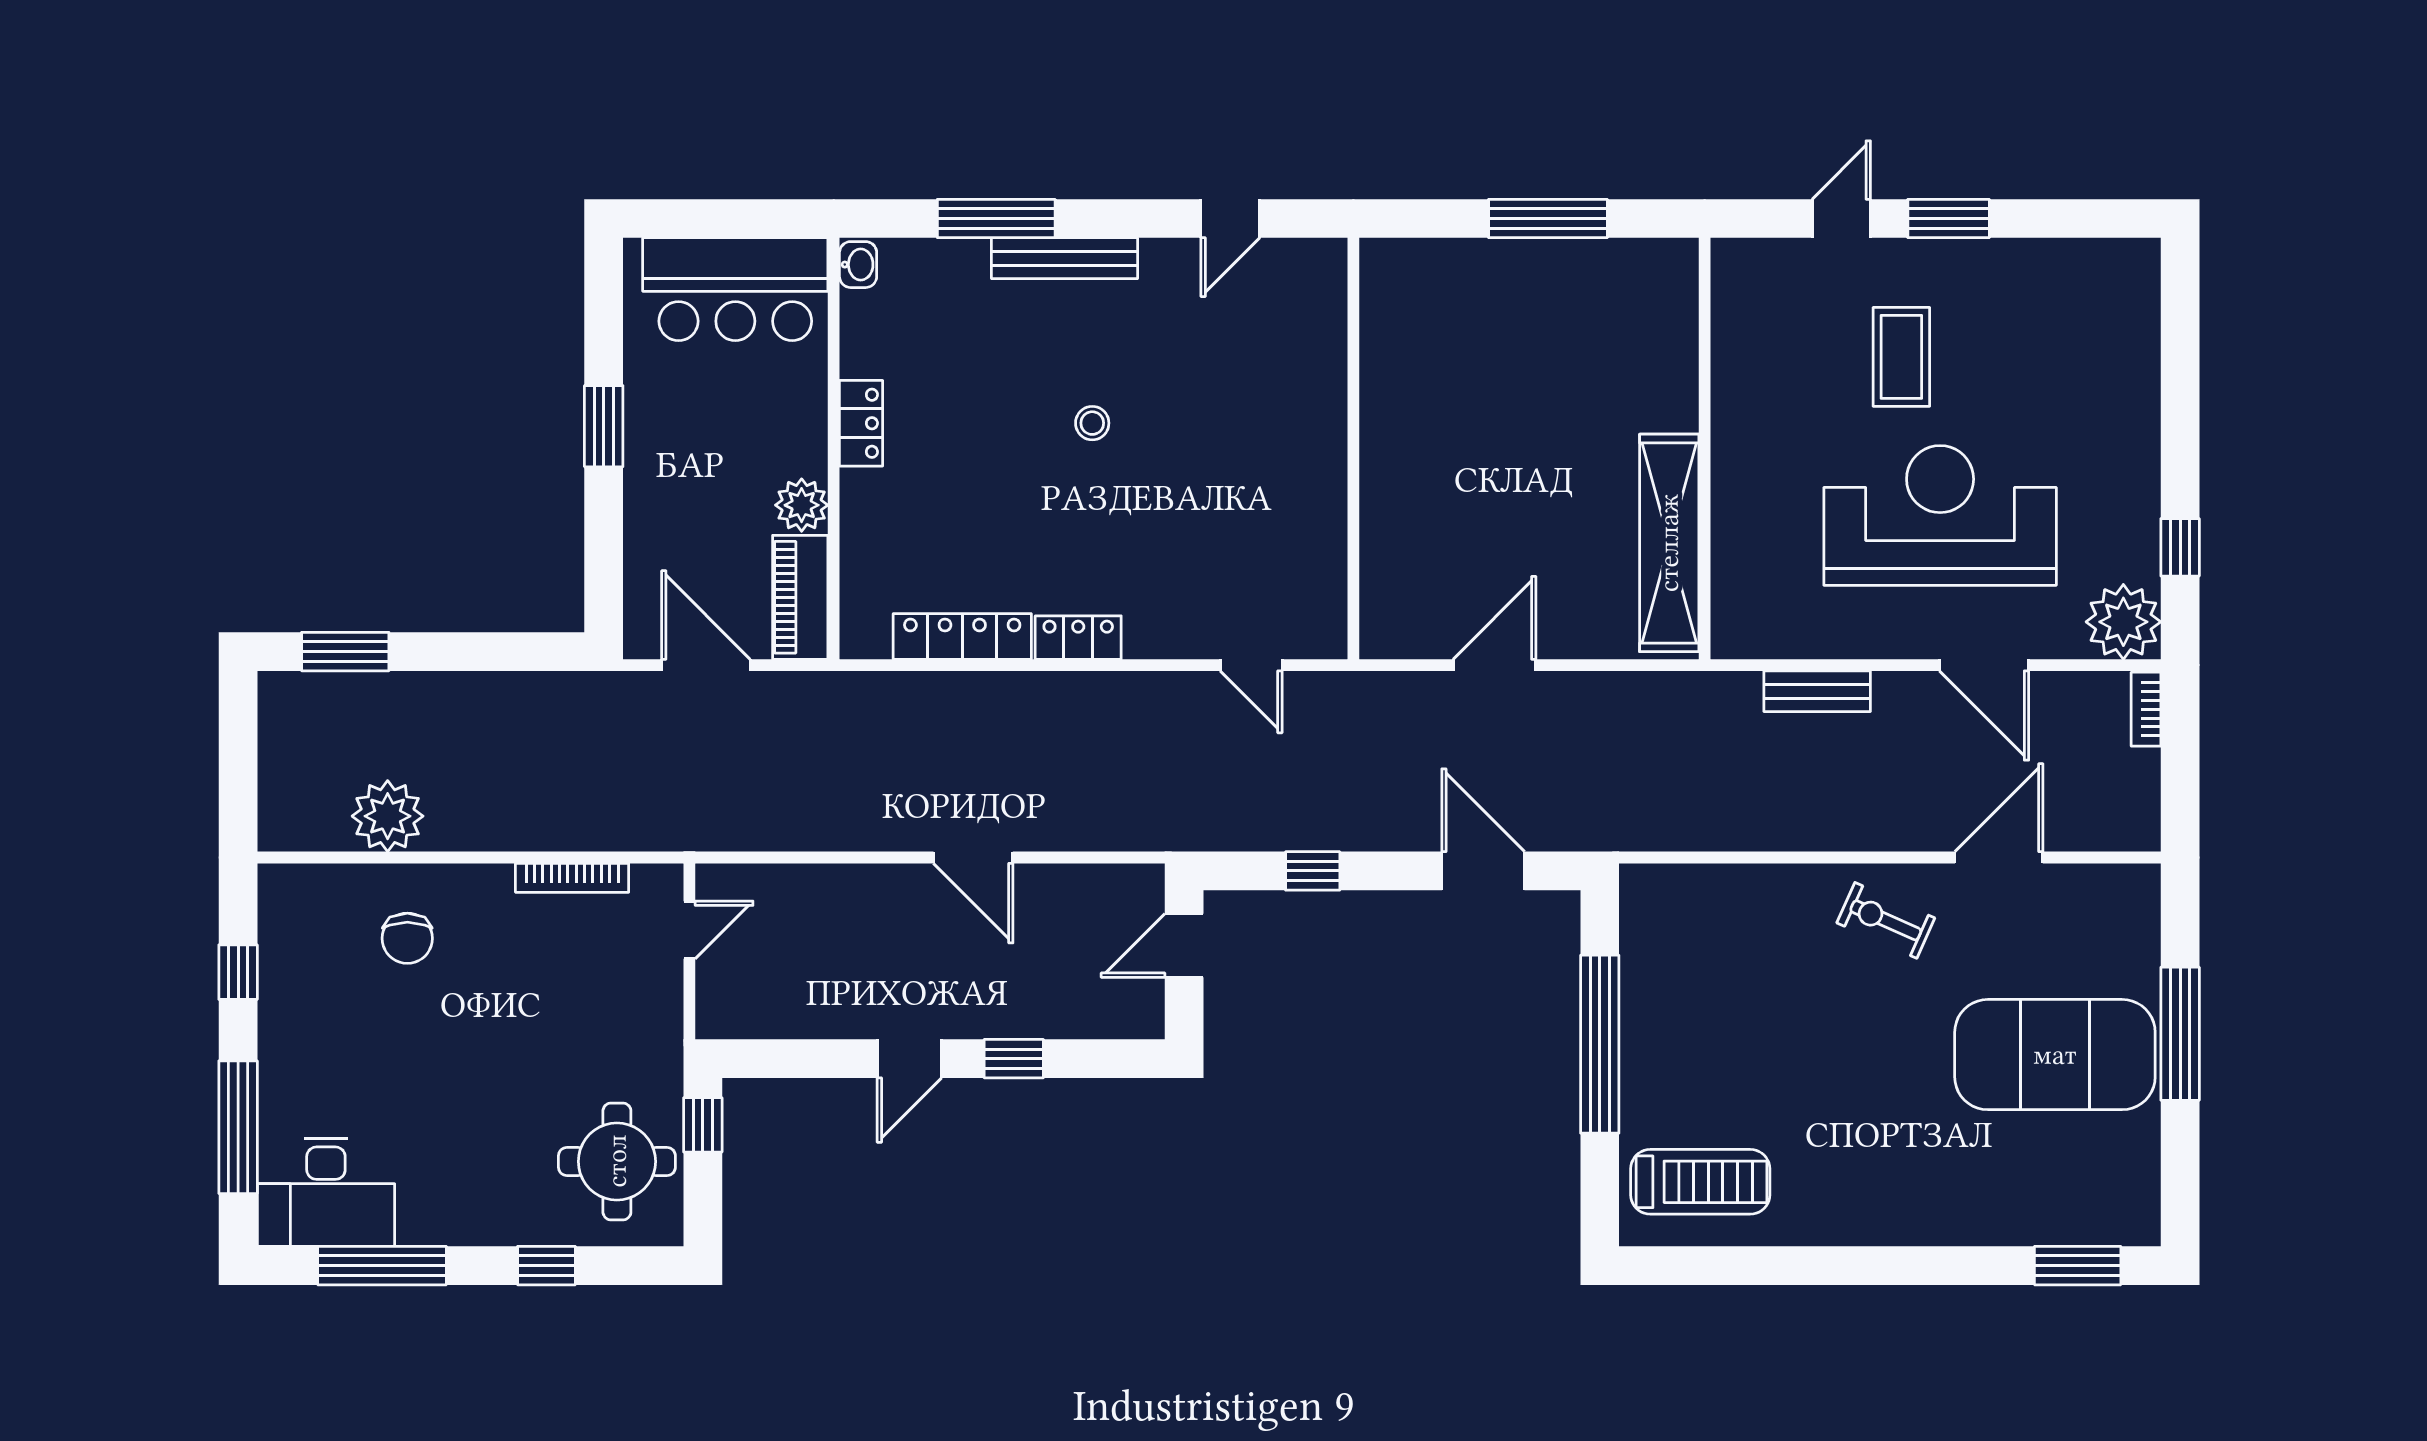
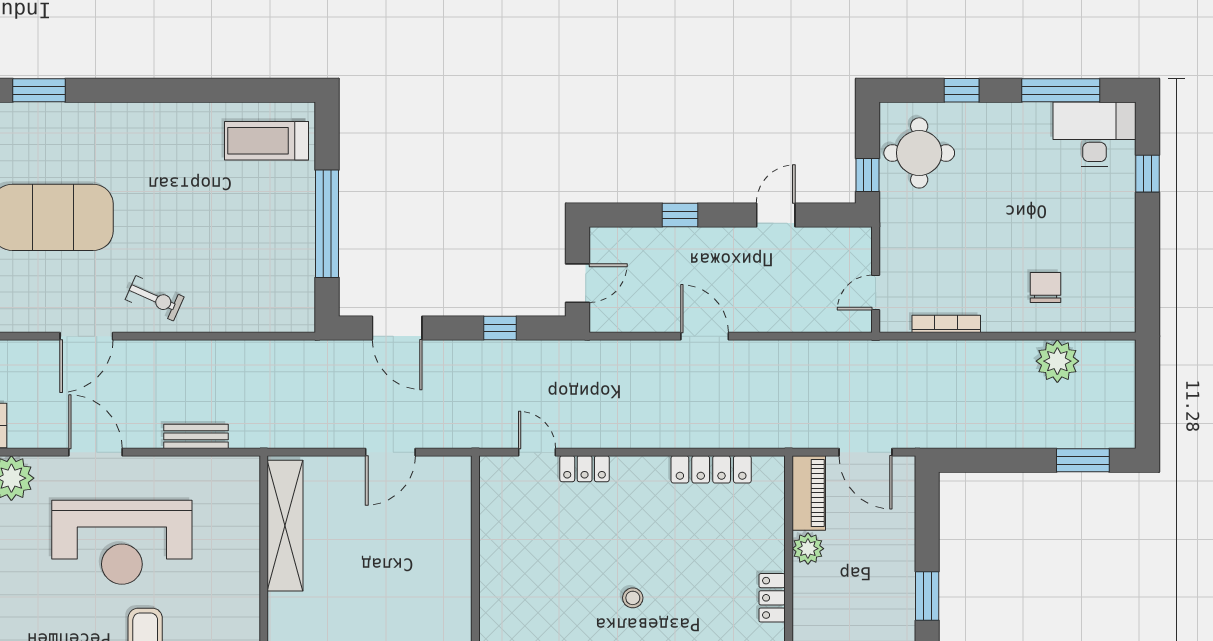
locker: (1078, 638) -> (585, 469), moved
window: (238, 972) -> (1147, 267), removed
door: (909, 1059) -> (776, 215), moved
window: (238, 1127) -> (1147, 174), width x0.46

